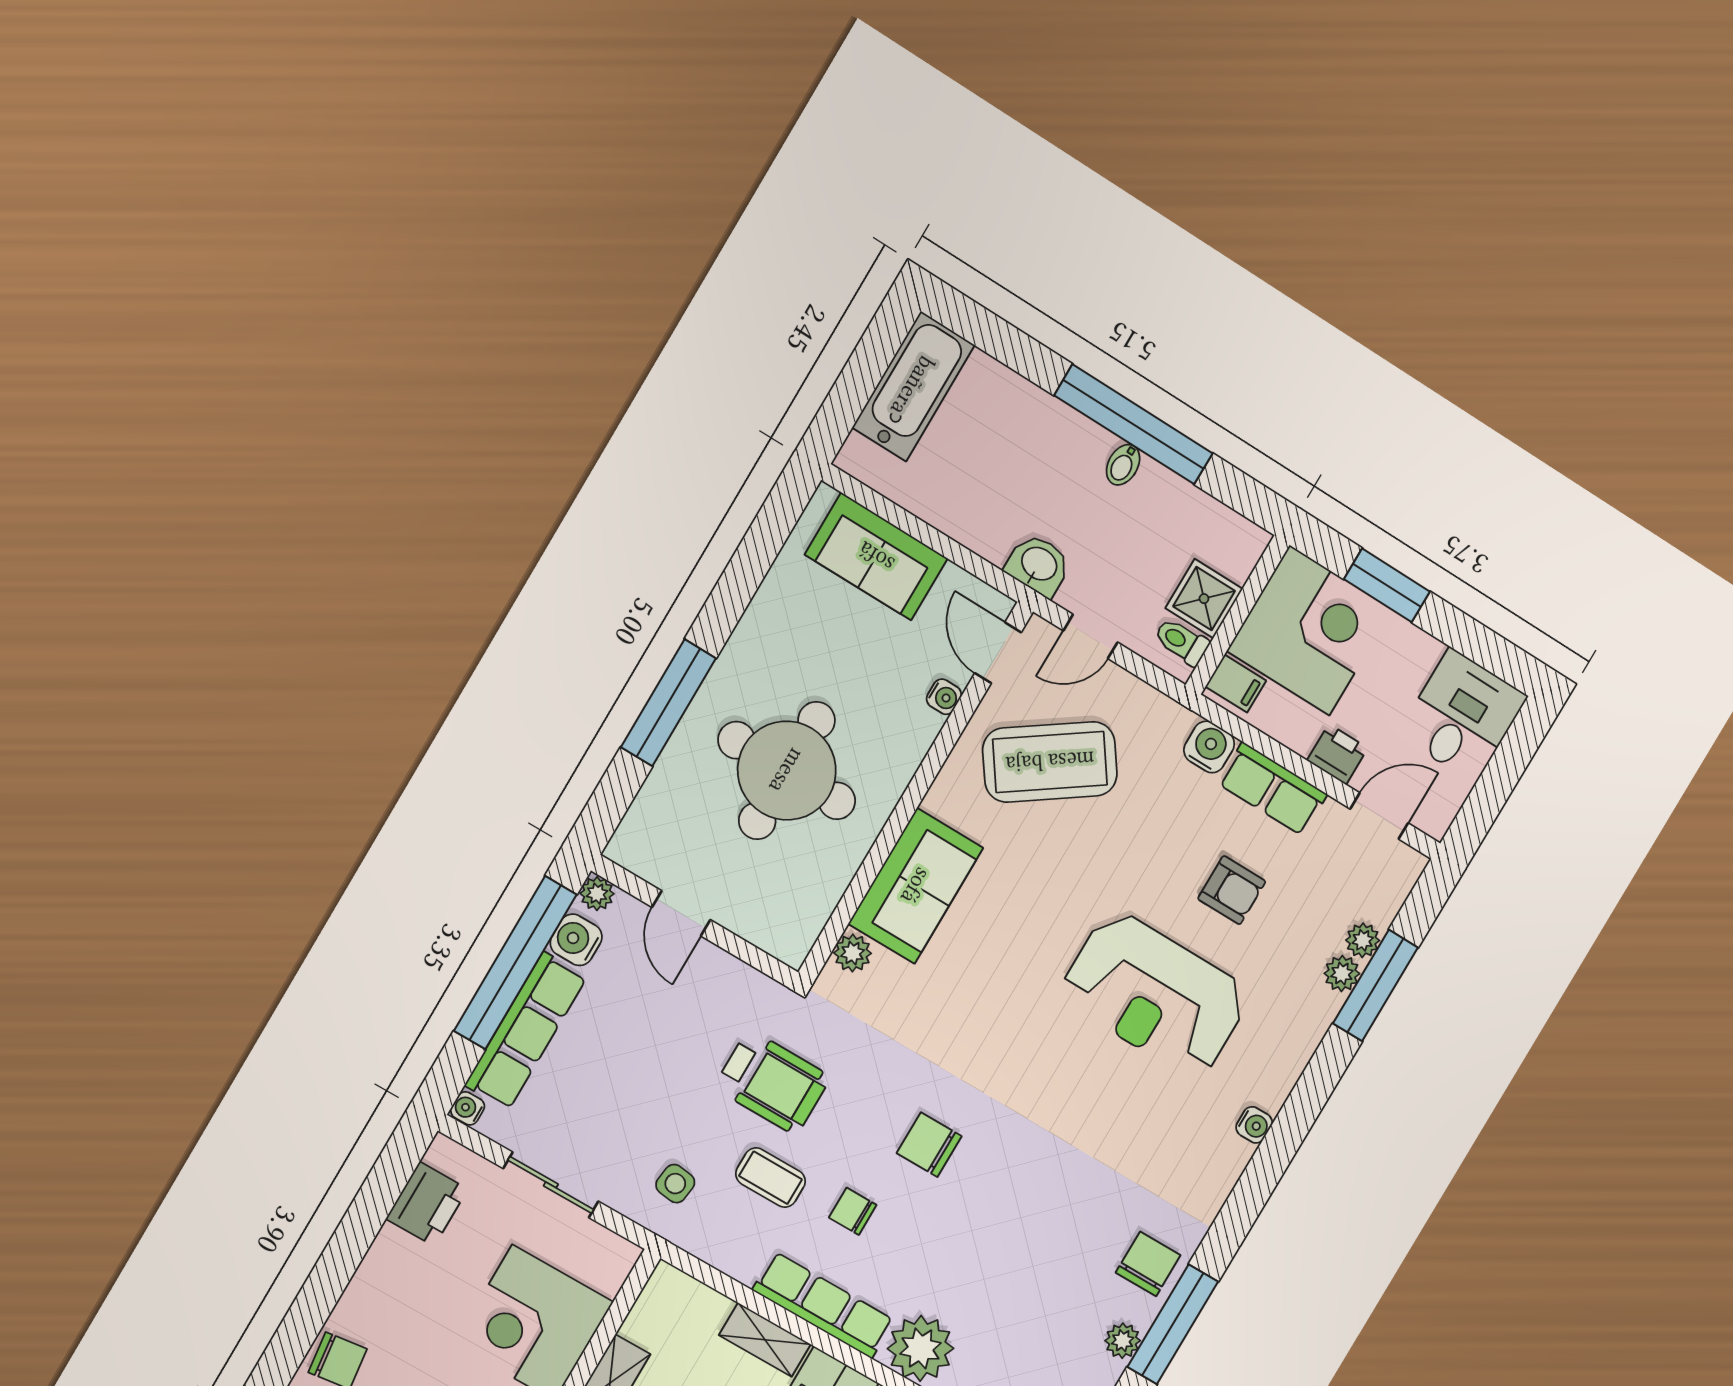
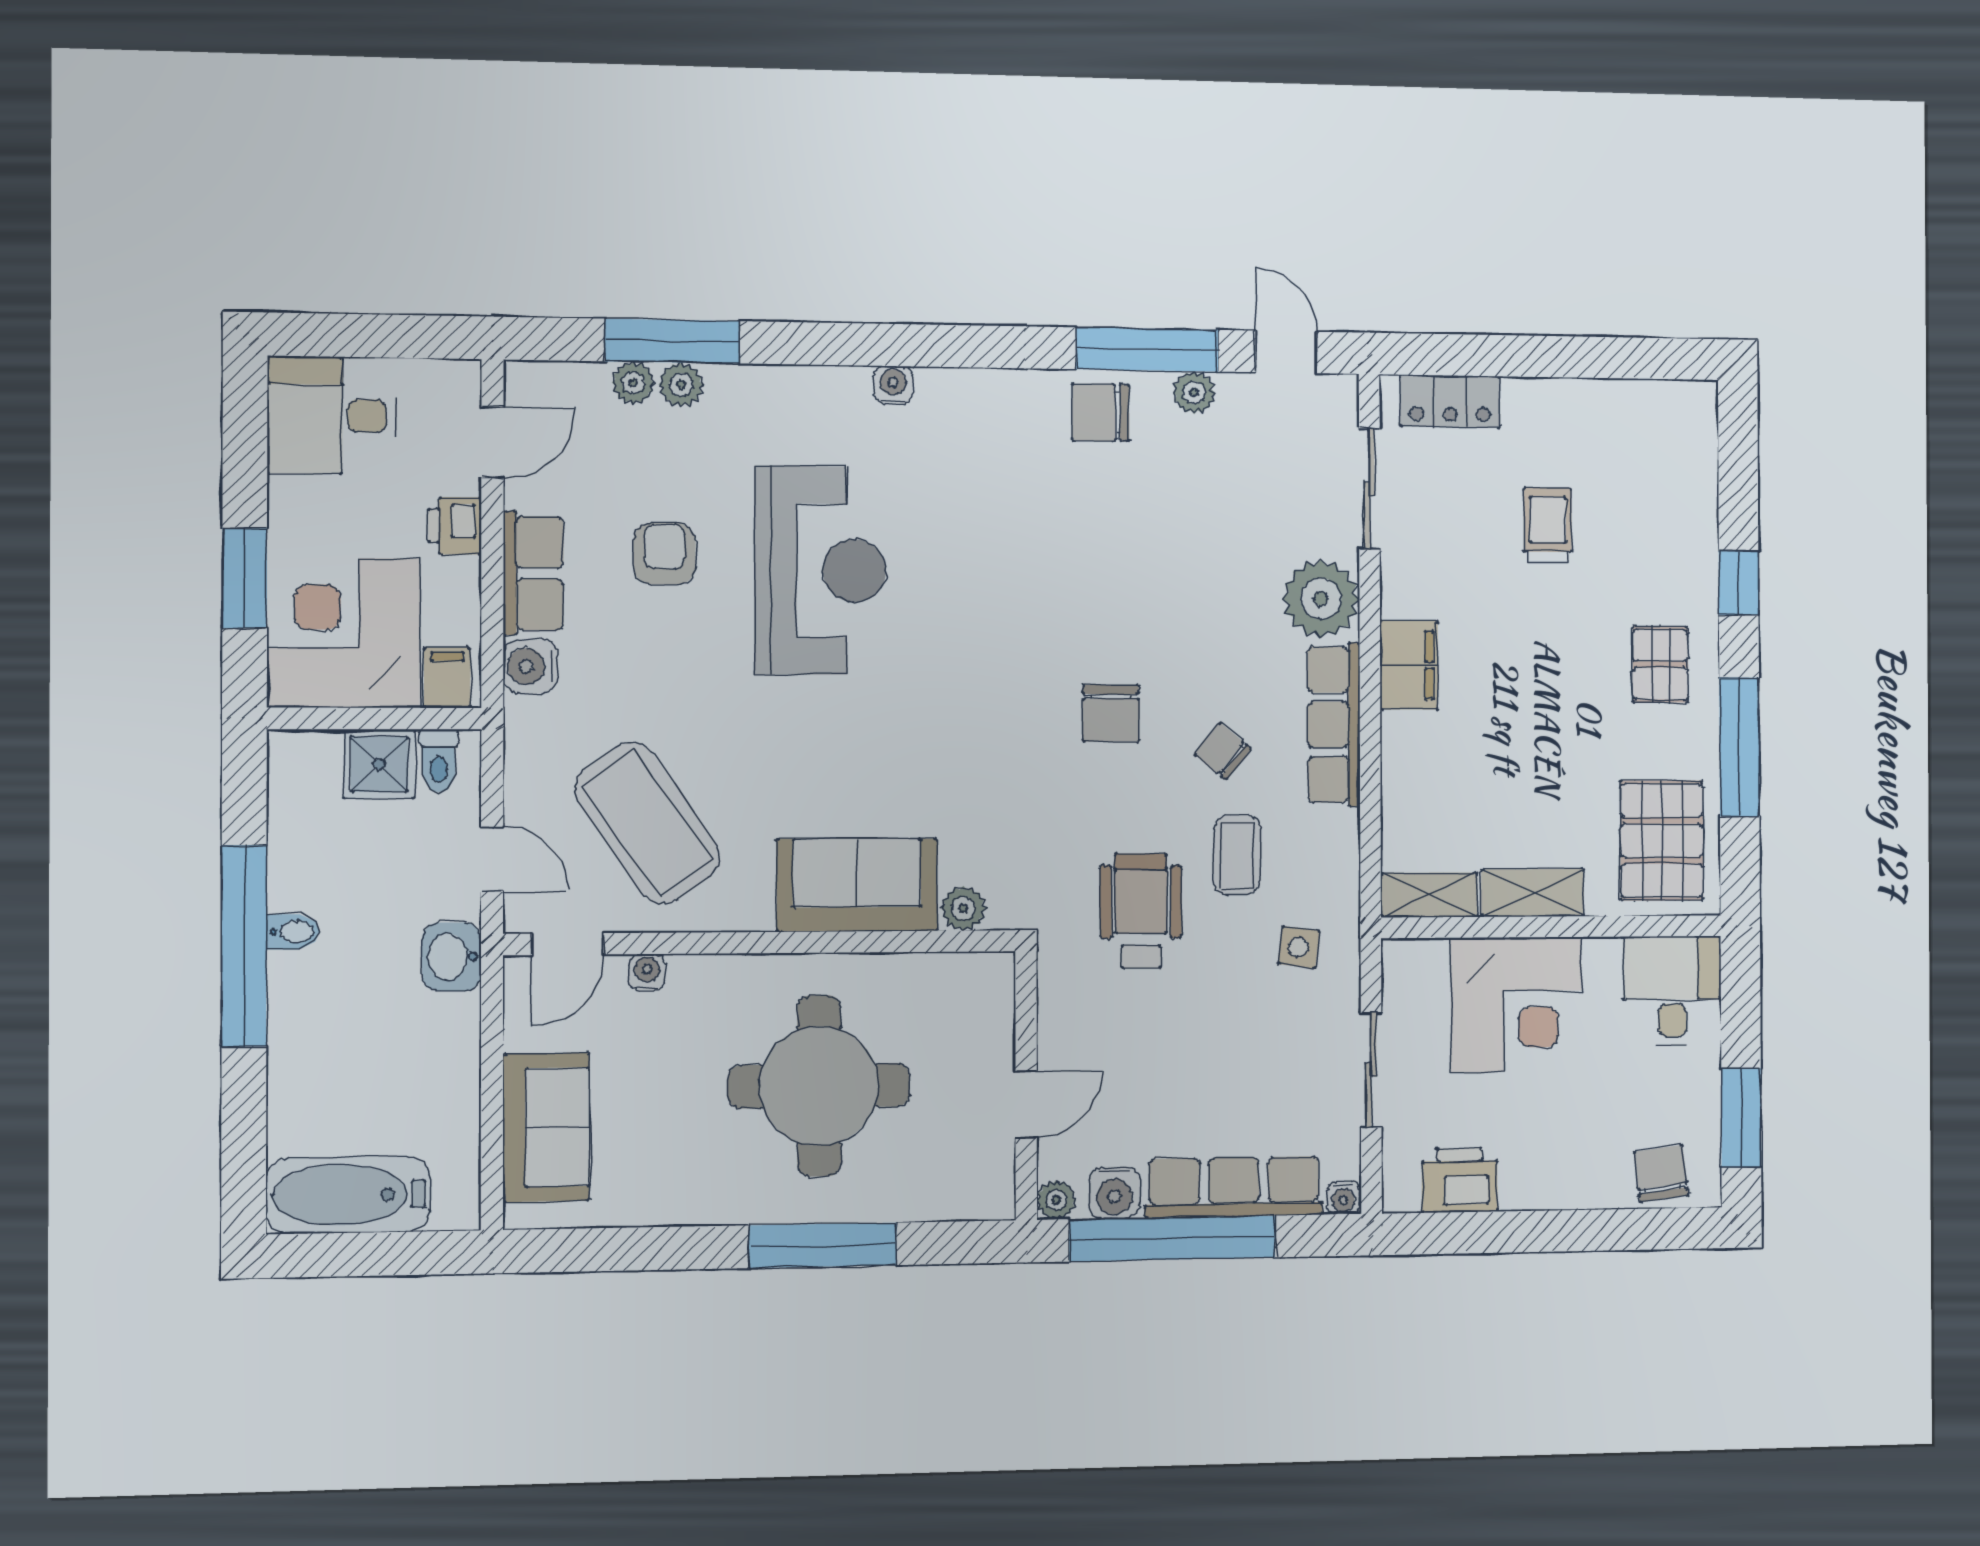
door: (1379, 816) -> (492, 442), swing flipped
chair: (853, 1211) -> (1223, 751), turned 129
shelving: (765, 1340) -> (1429, 895), moved, turned 90

